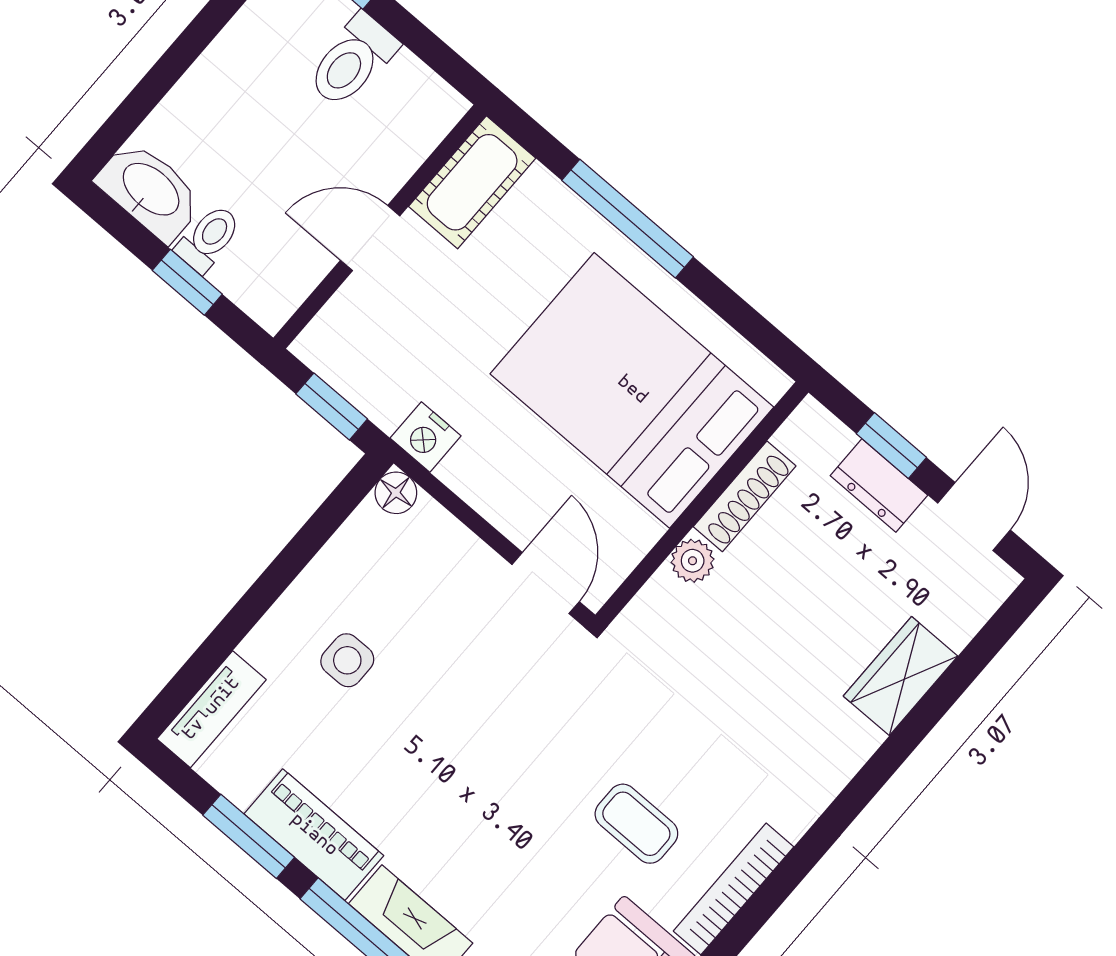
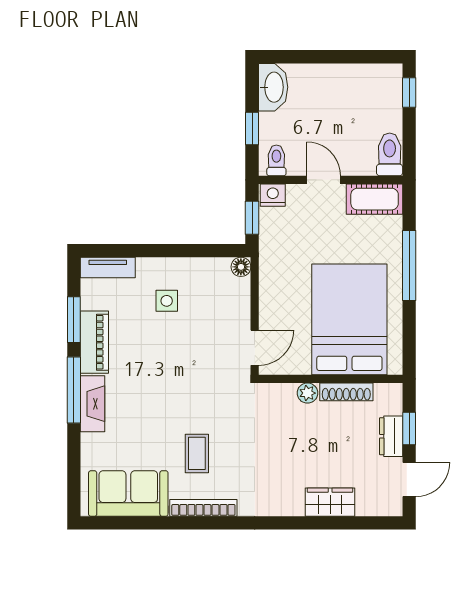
toilet: (352, 61) -> (390, 154), moved, turned 90
toilet: (208, 238) -> (276, 160), moved, turned -90
nightstand: (426, 437) -> (273, 195), moved, turned 90

